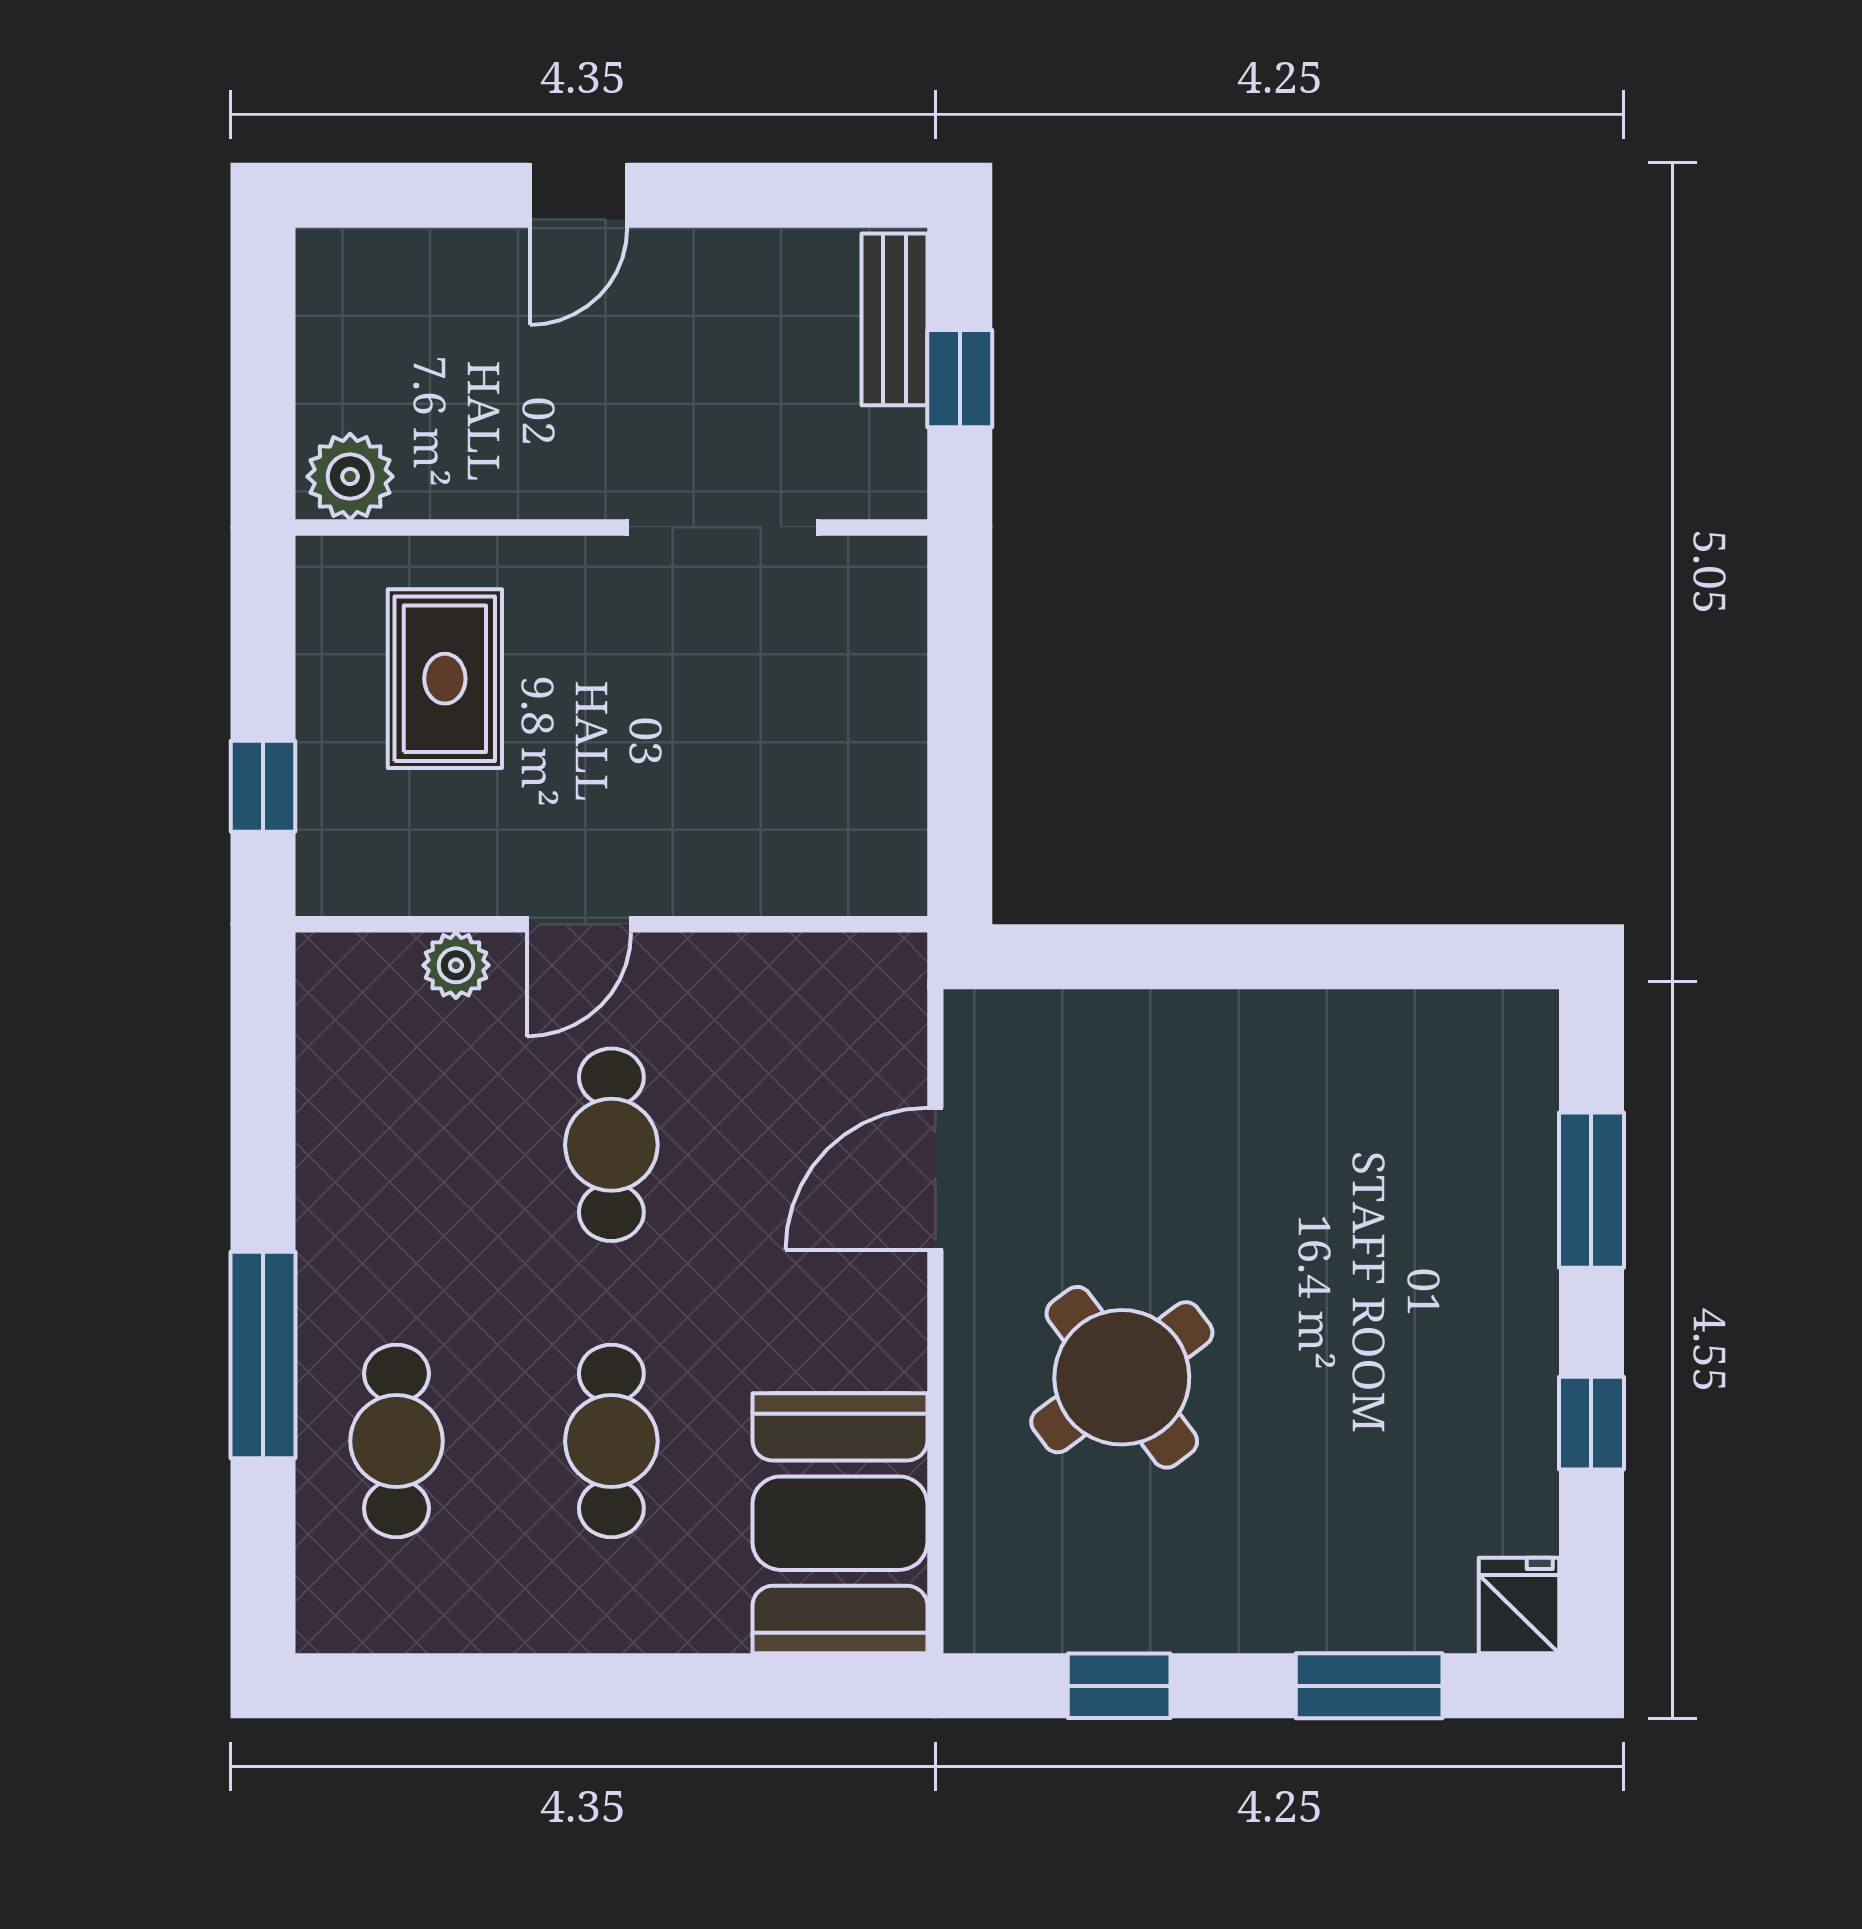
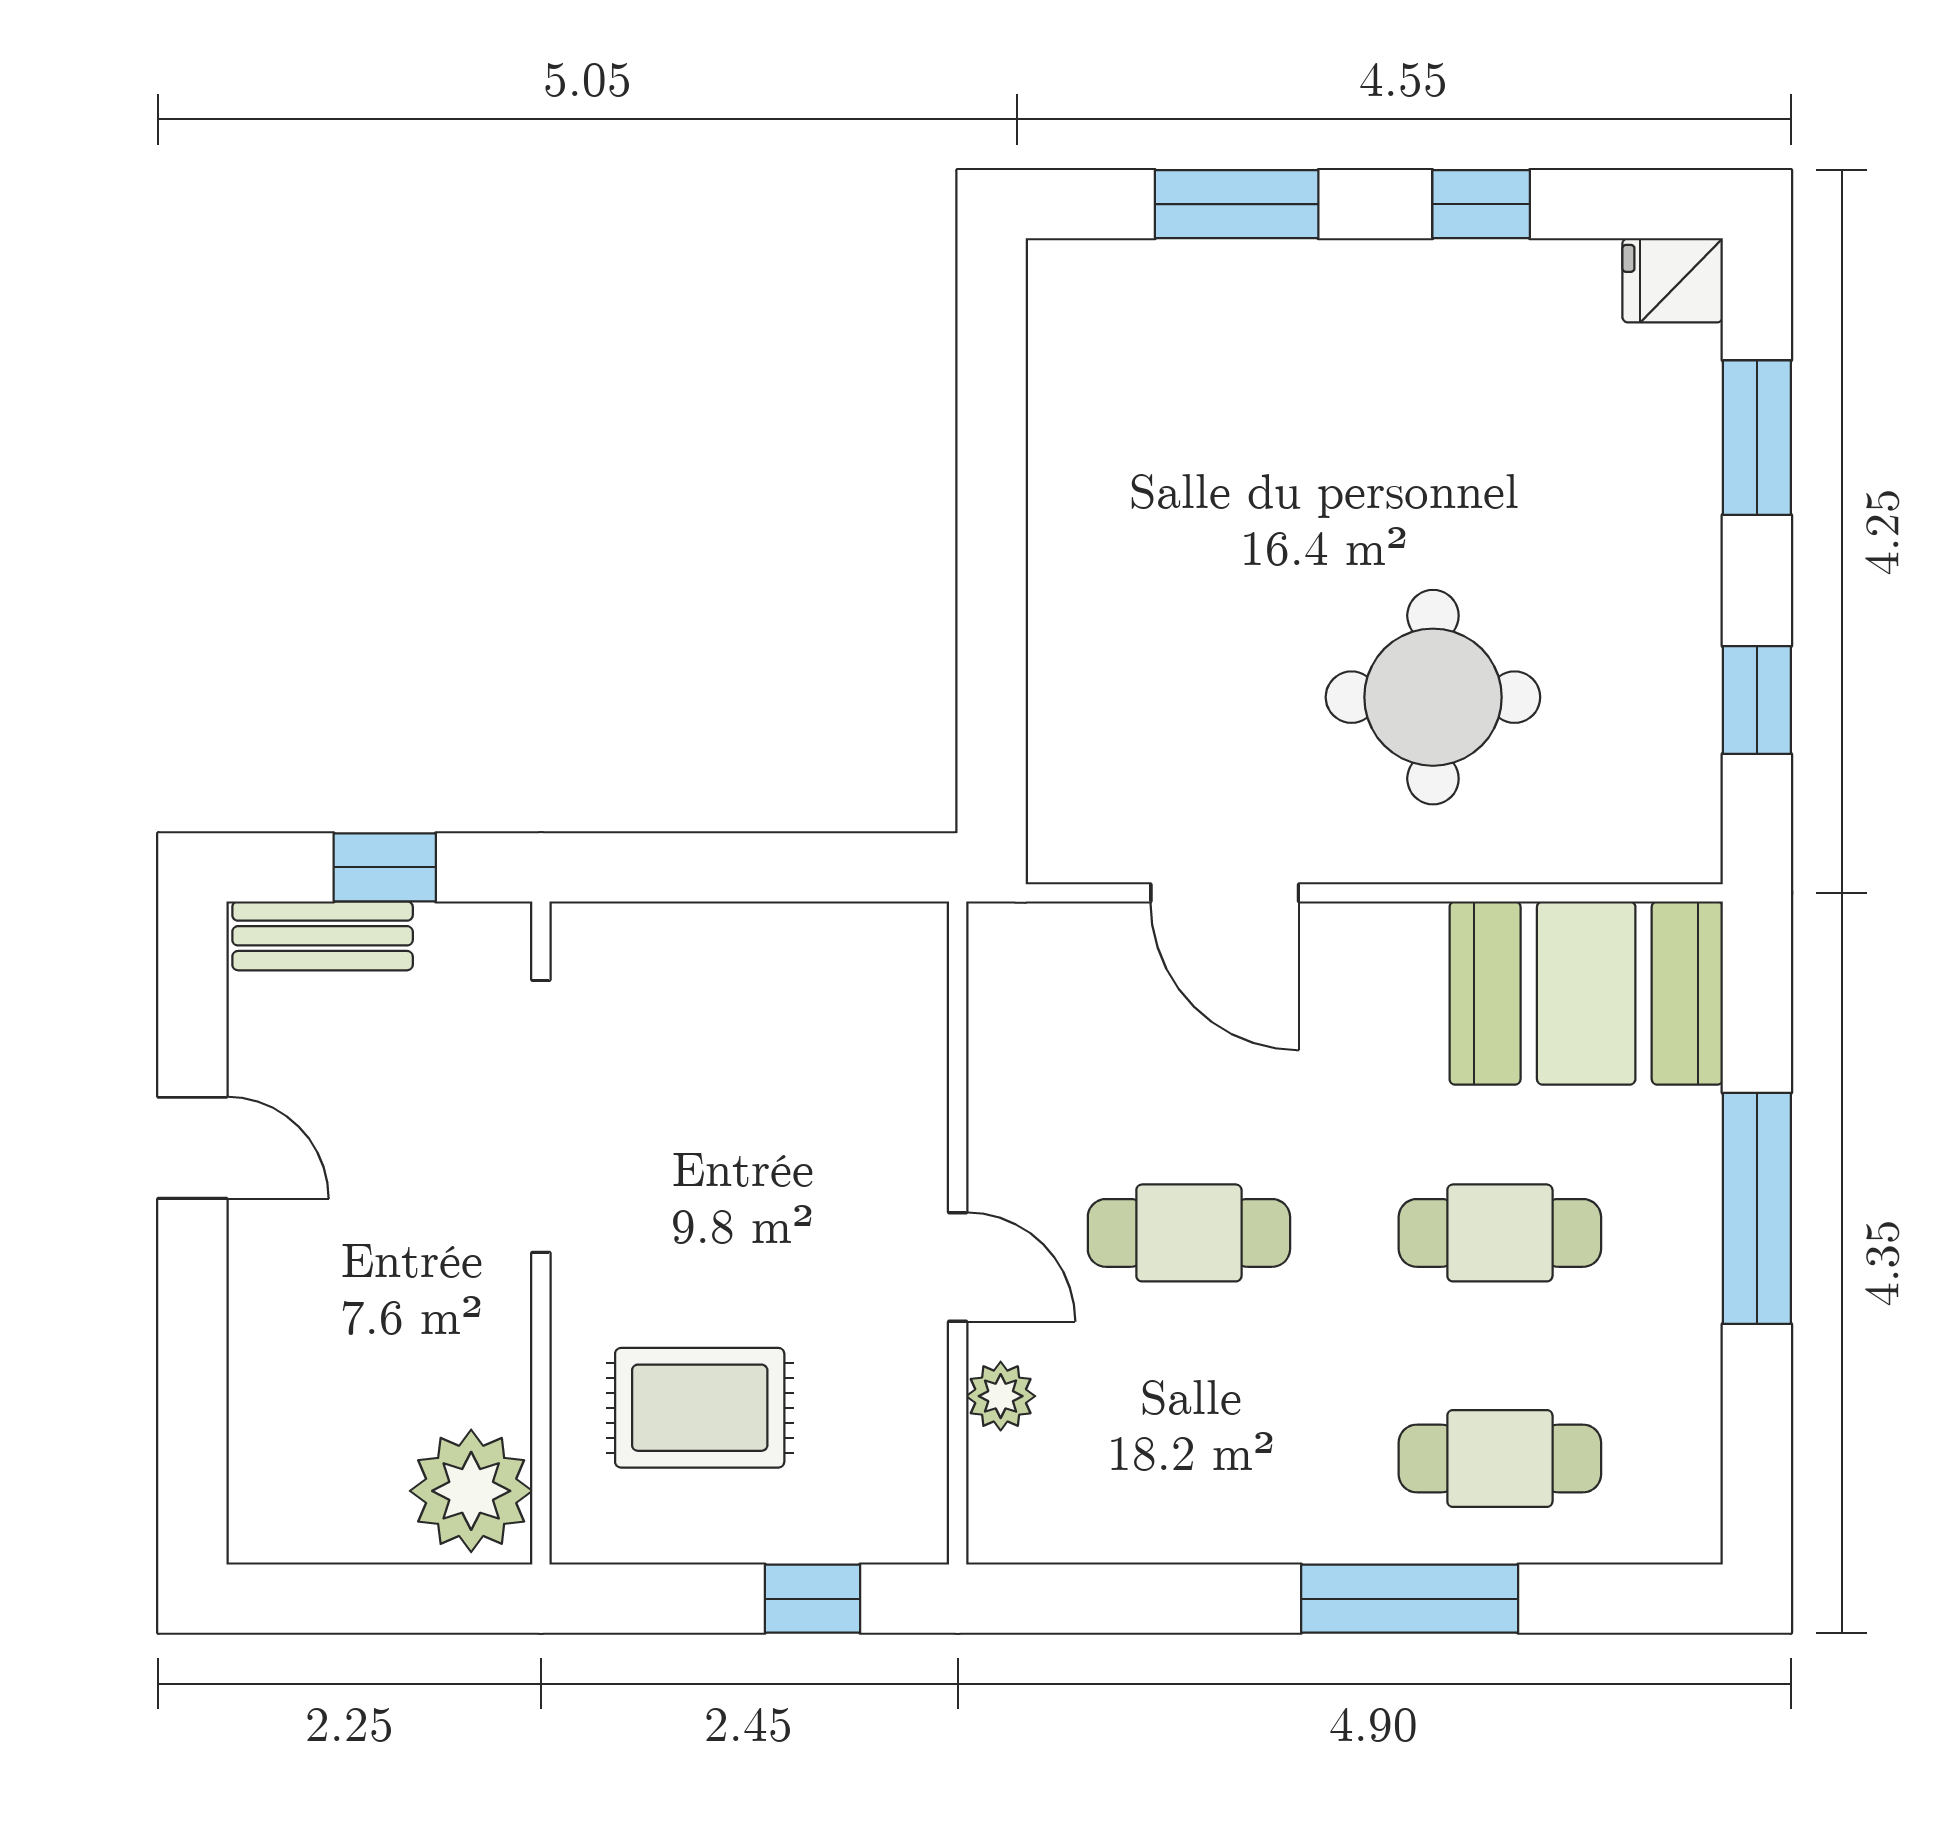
door: (578, 195) -> (192, 1148), moved
plant: (350, 477) -> (471, 1491), width x1.36, depth x1.36
doorway: (722, 527) -> (541, 1116), width x1.36
round table: (1122, 1377) -> (1433, 697), turned 37
window: (635, 1686) -> (1757, 1208), added

